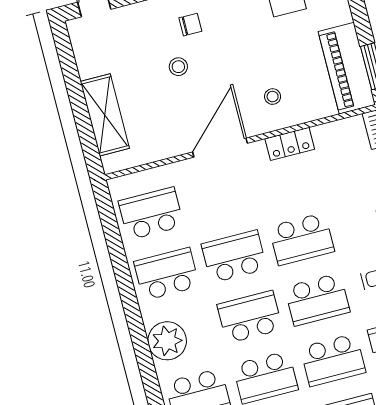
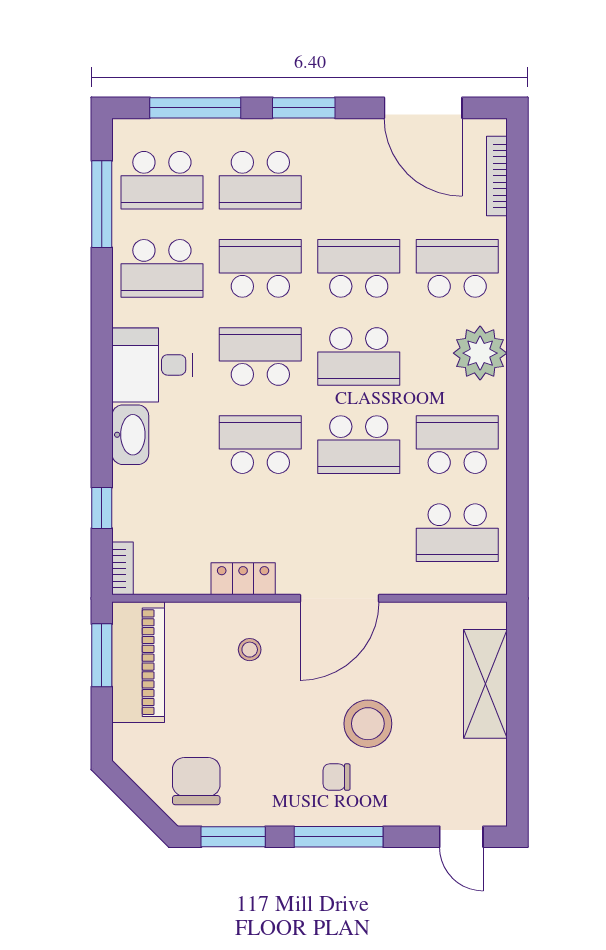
stool: (178, 67) -> (368, 724), width x1.89, depth x1.89
school desk: (167, 274) -> (457, 445), turned 180

